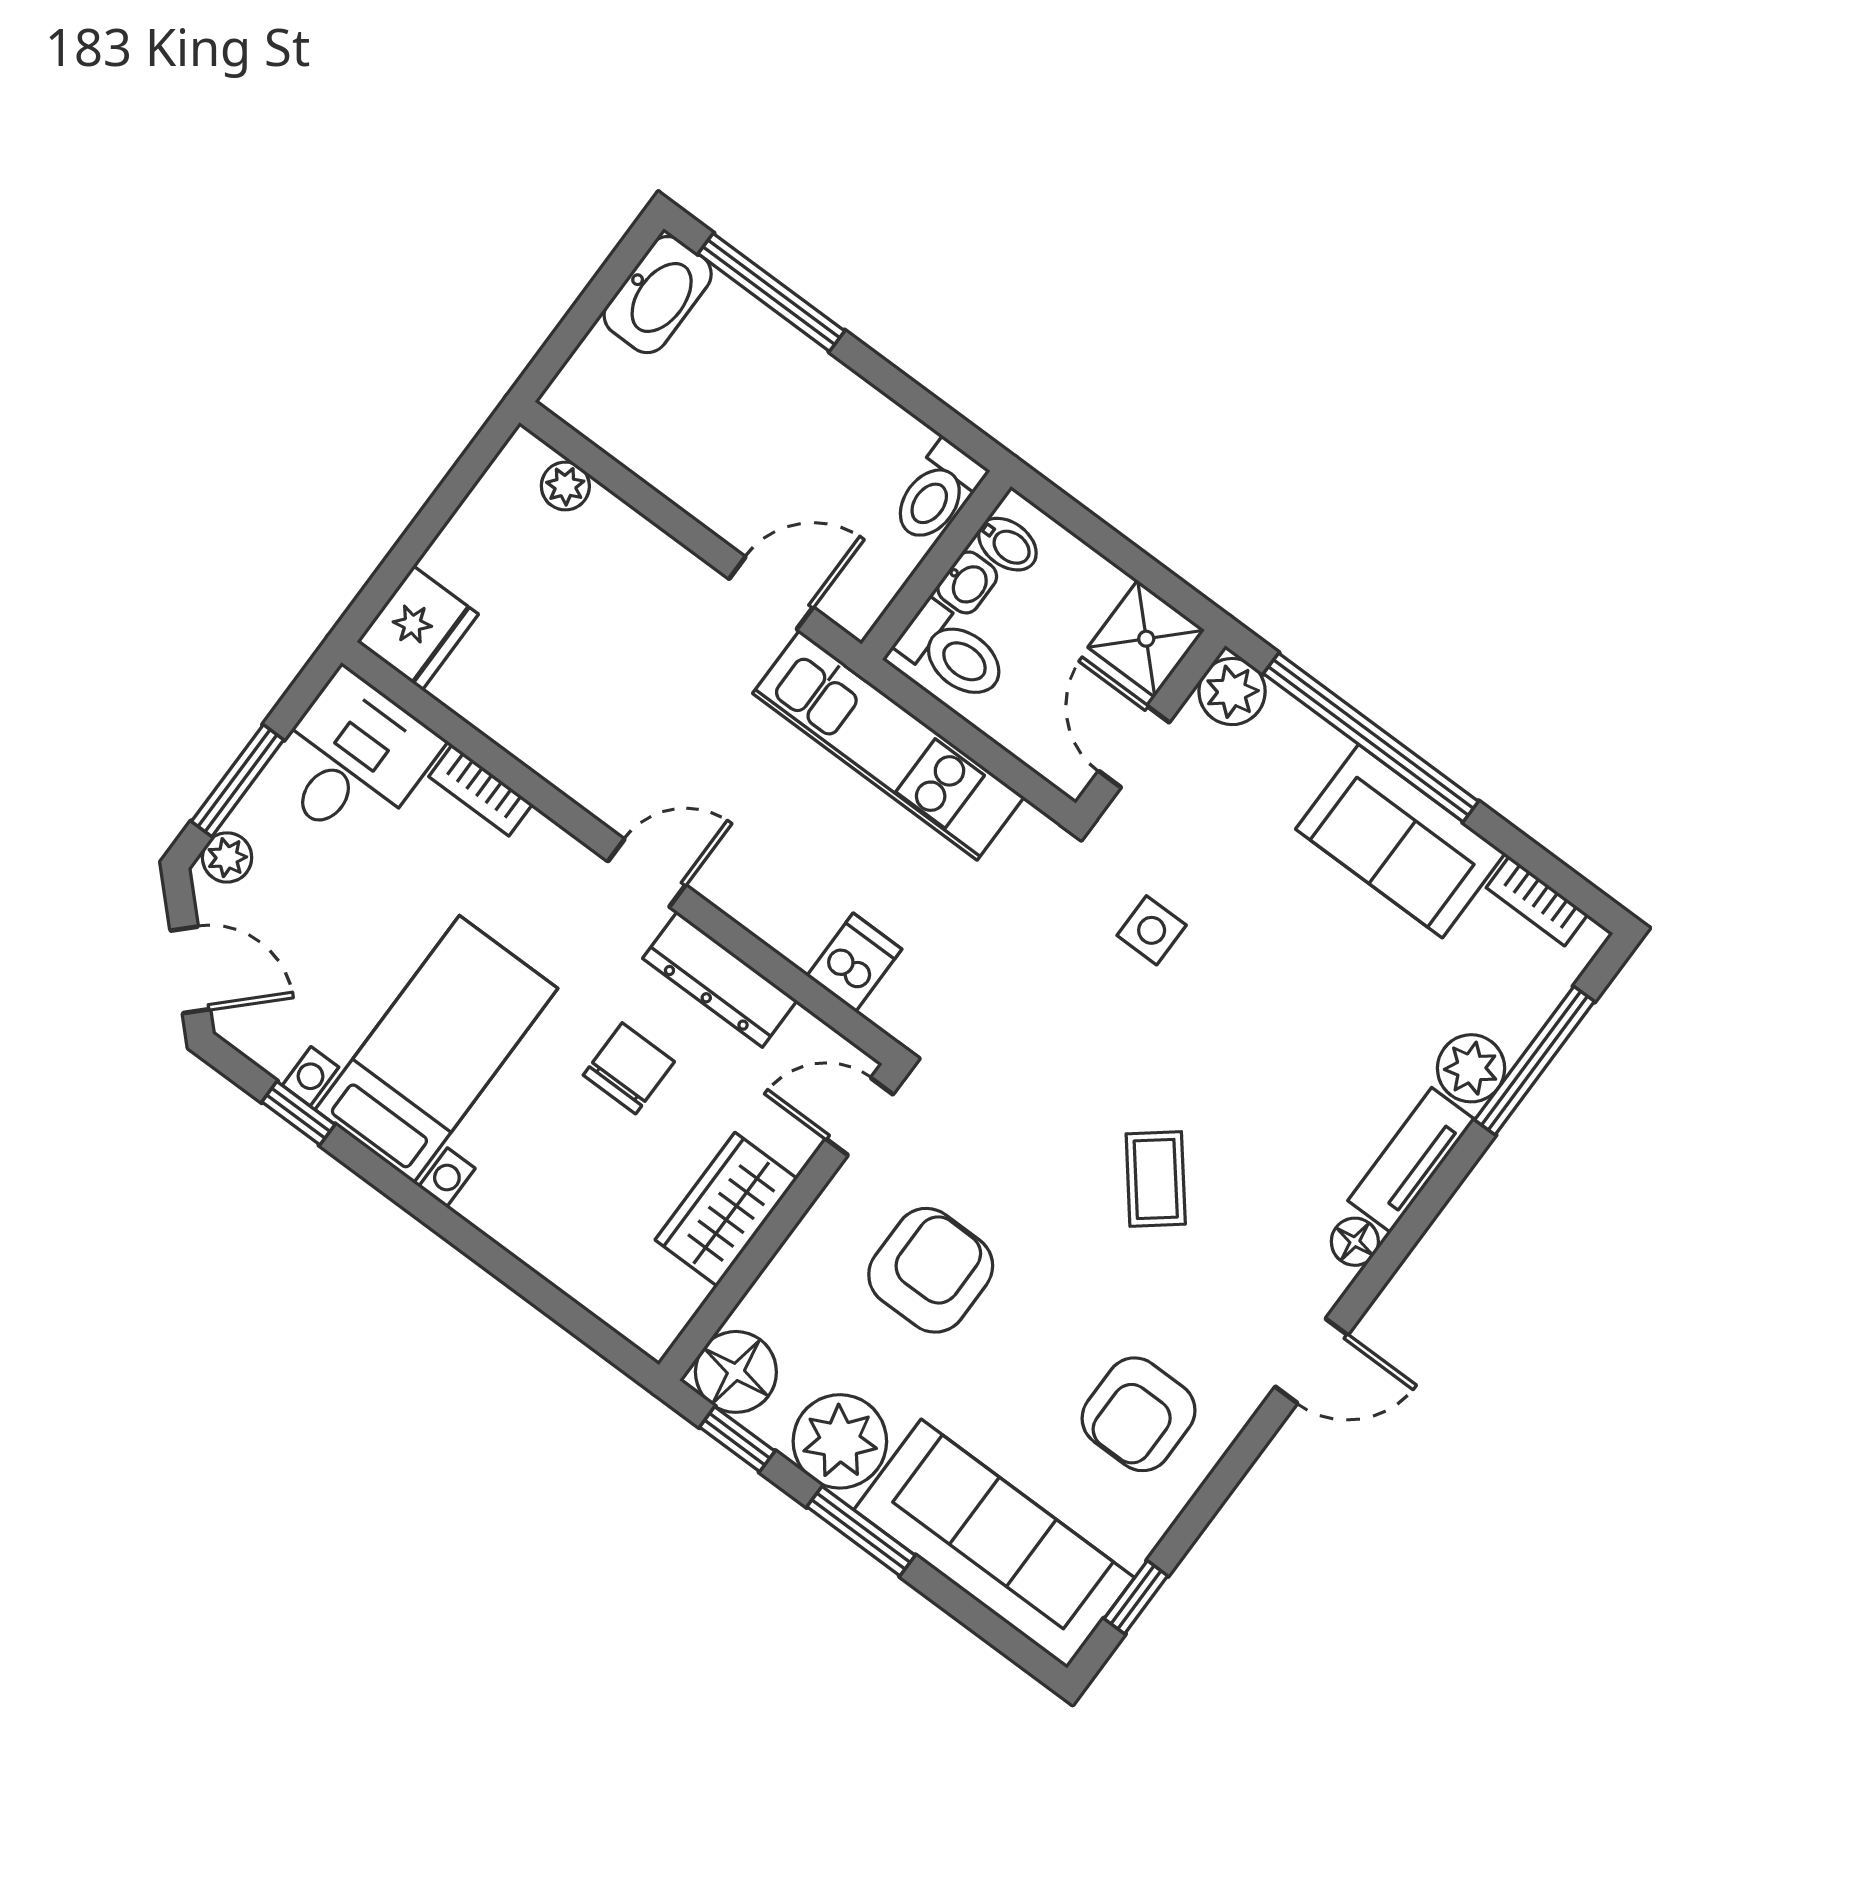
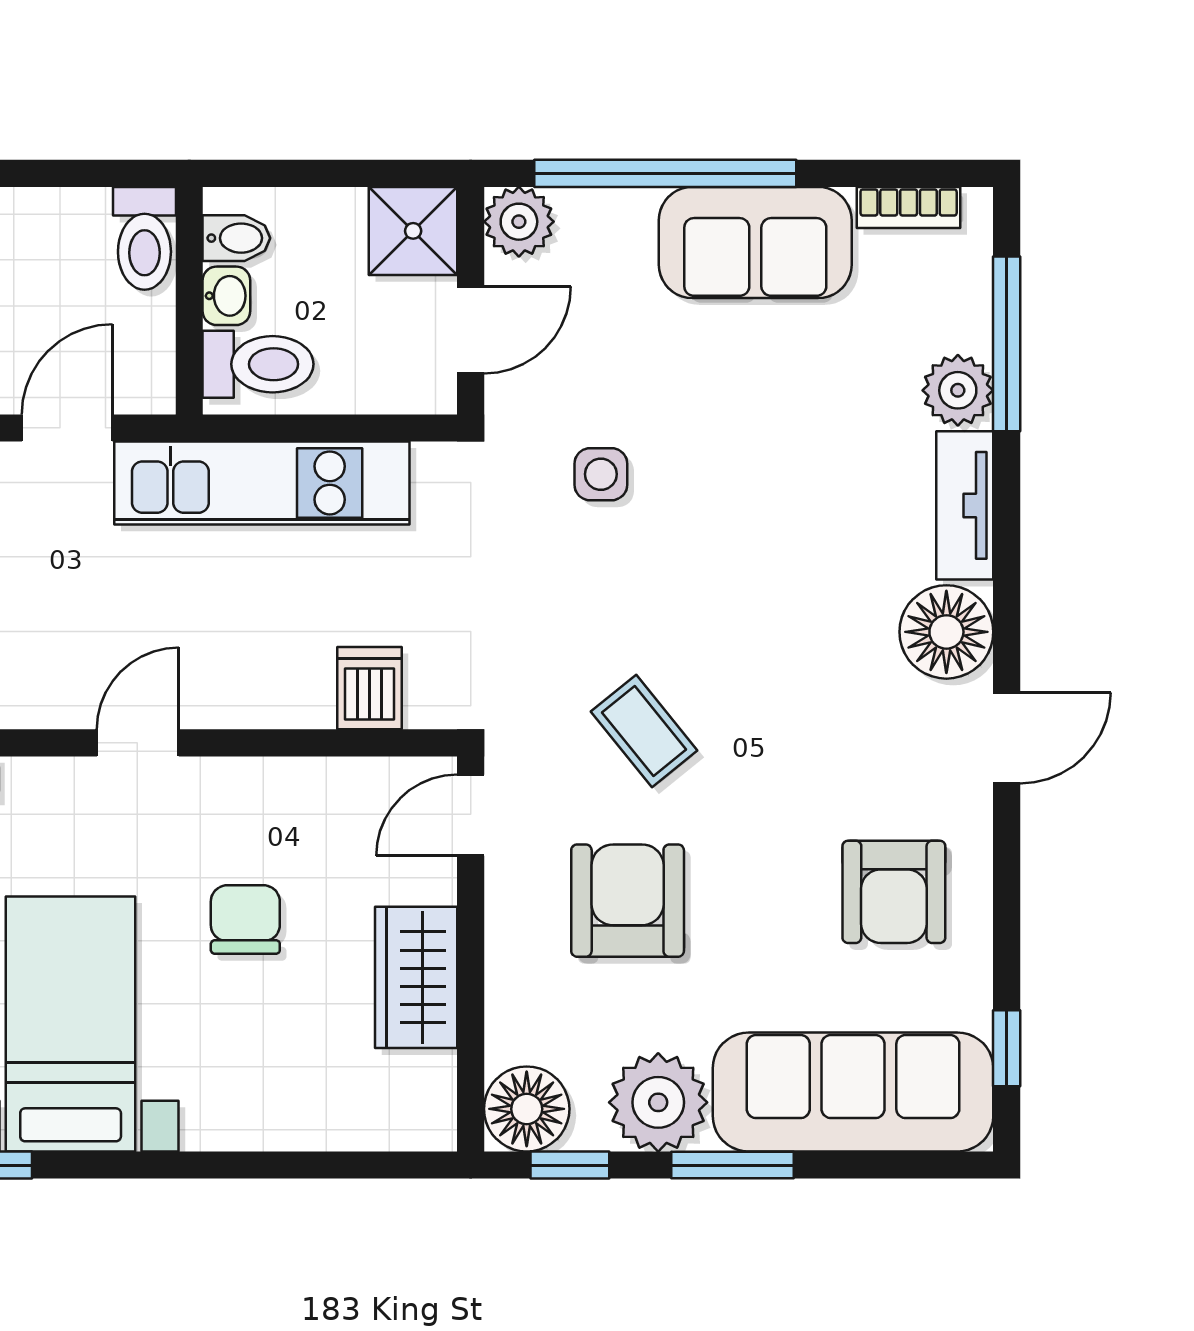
door: (1134, 747) -> (471, 330), swing flipped
dresser: (720, 979) -> (266, 787), removed
coffee table: (1156, 1179) -> (644, 731), moved
floor lamp: (1355, 1242) -> (946, 632), width x1.89, depth x1.89

